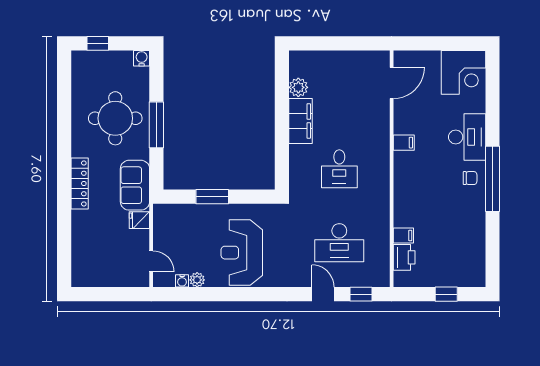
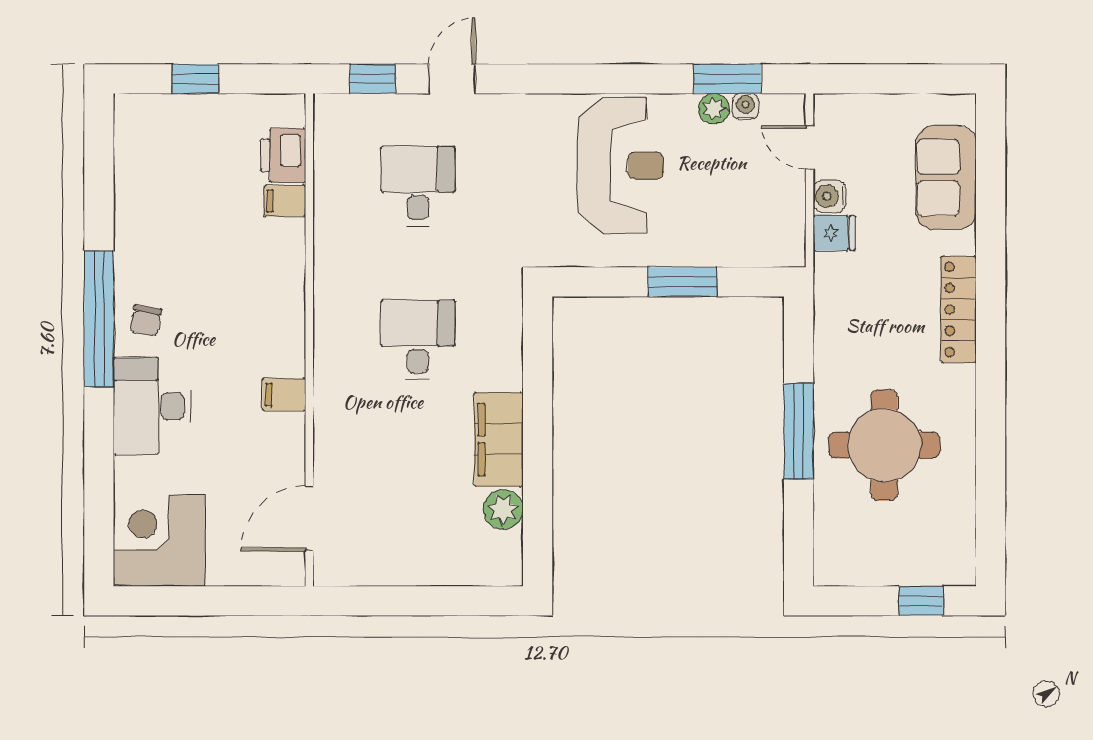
water cooler: (142, 58) -> (829, 196), moved, turned 90
chair: (470, 178) -> (146, 321), turned -80
sofa: (135, 185) -> (946, 178), moved, turned 180
desk: (339, 243) -> (418, 186), width x0.73
window: (191, 294) -> (727, 79), added
door: (323, 294) -> (452, 79), swing flipped

